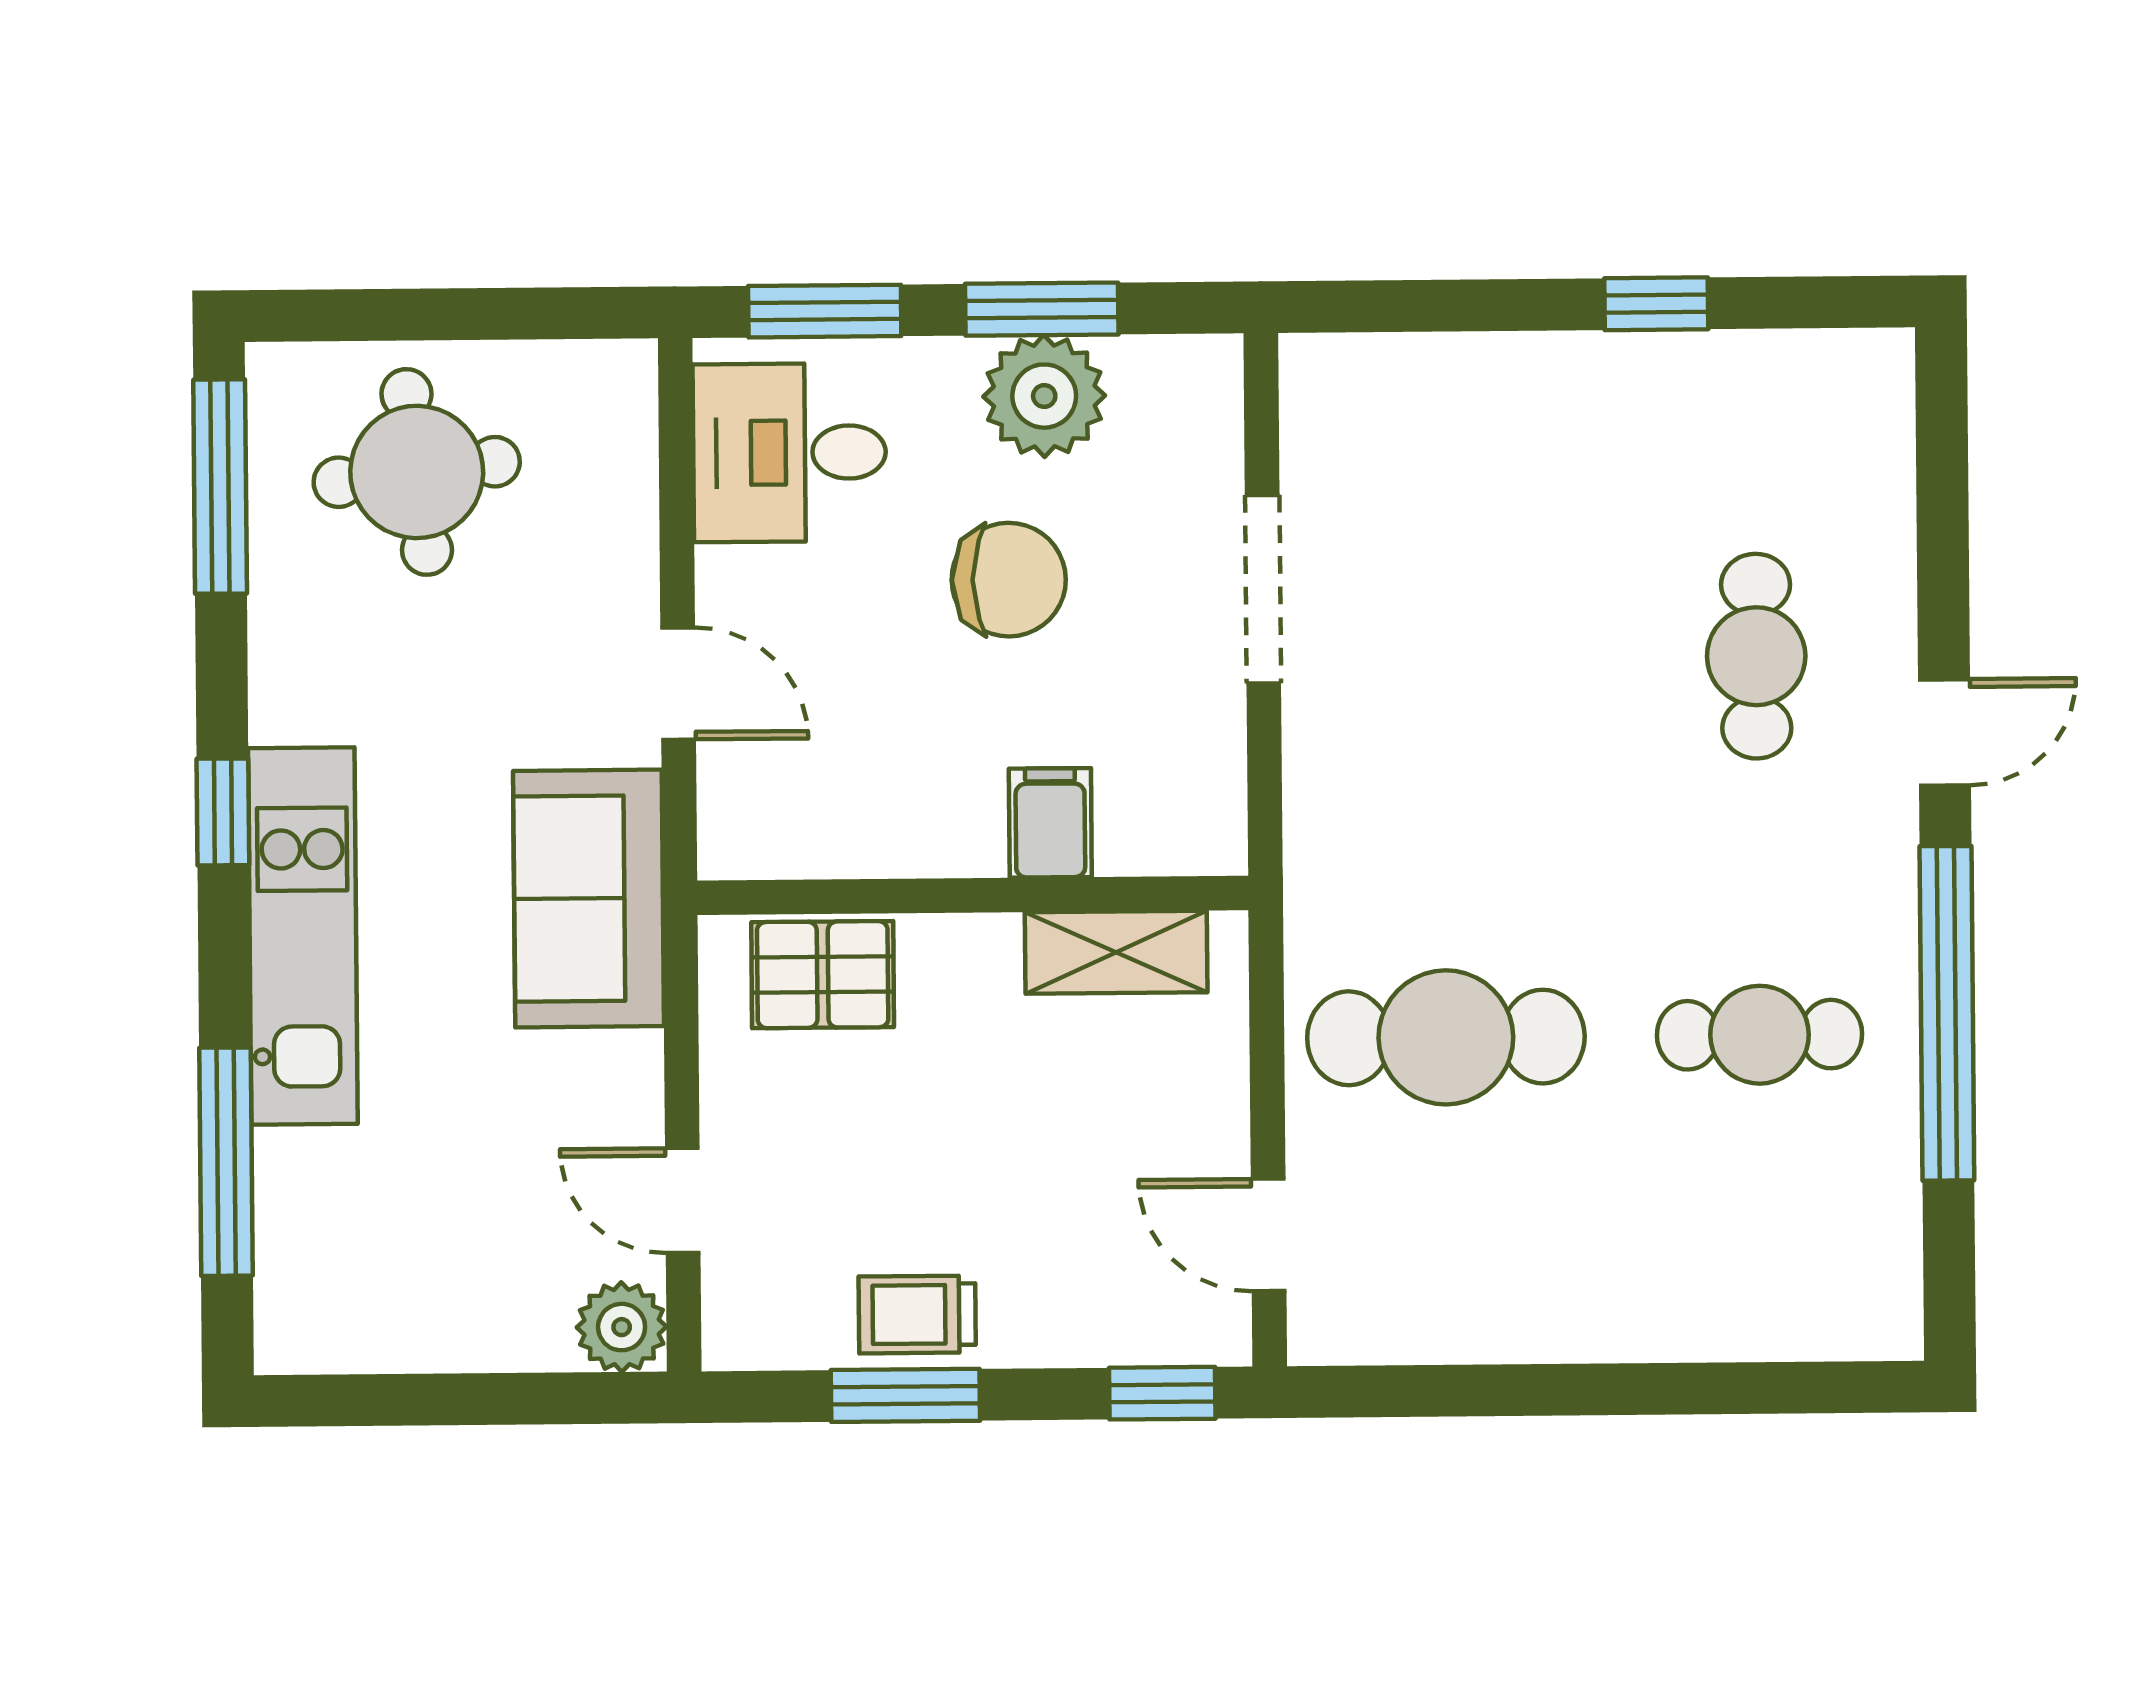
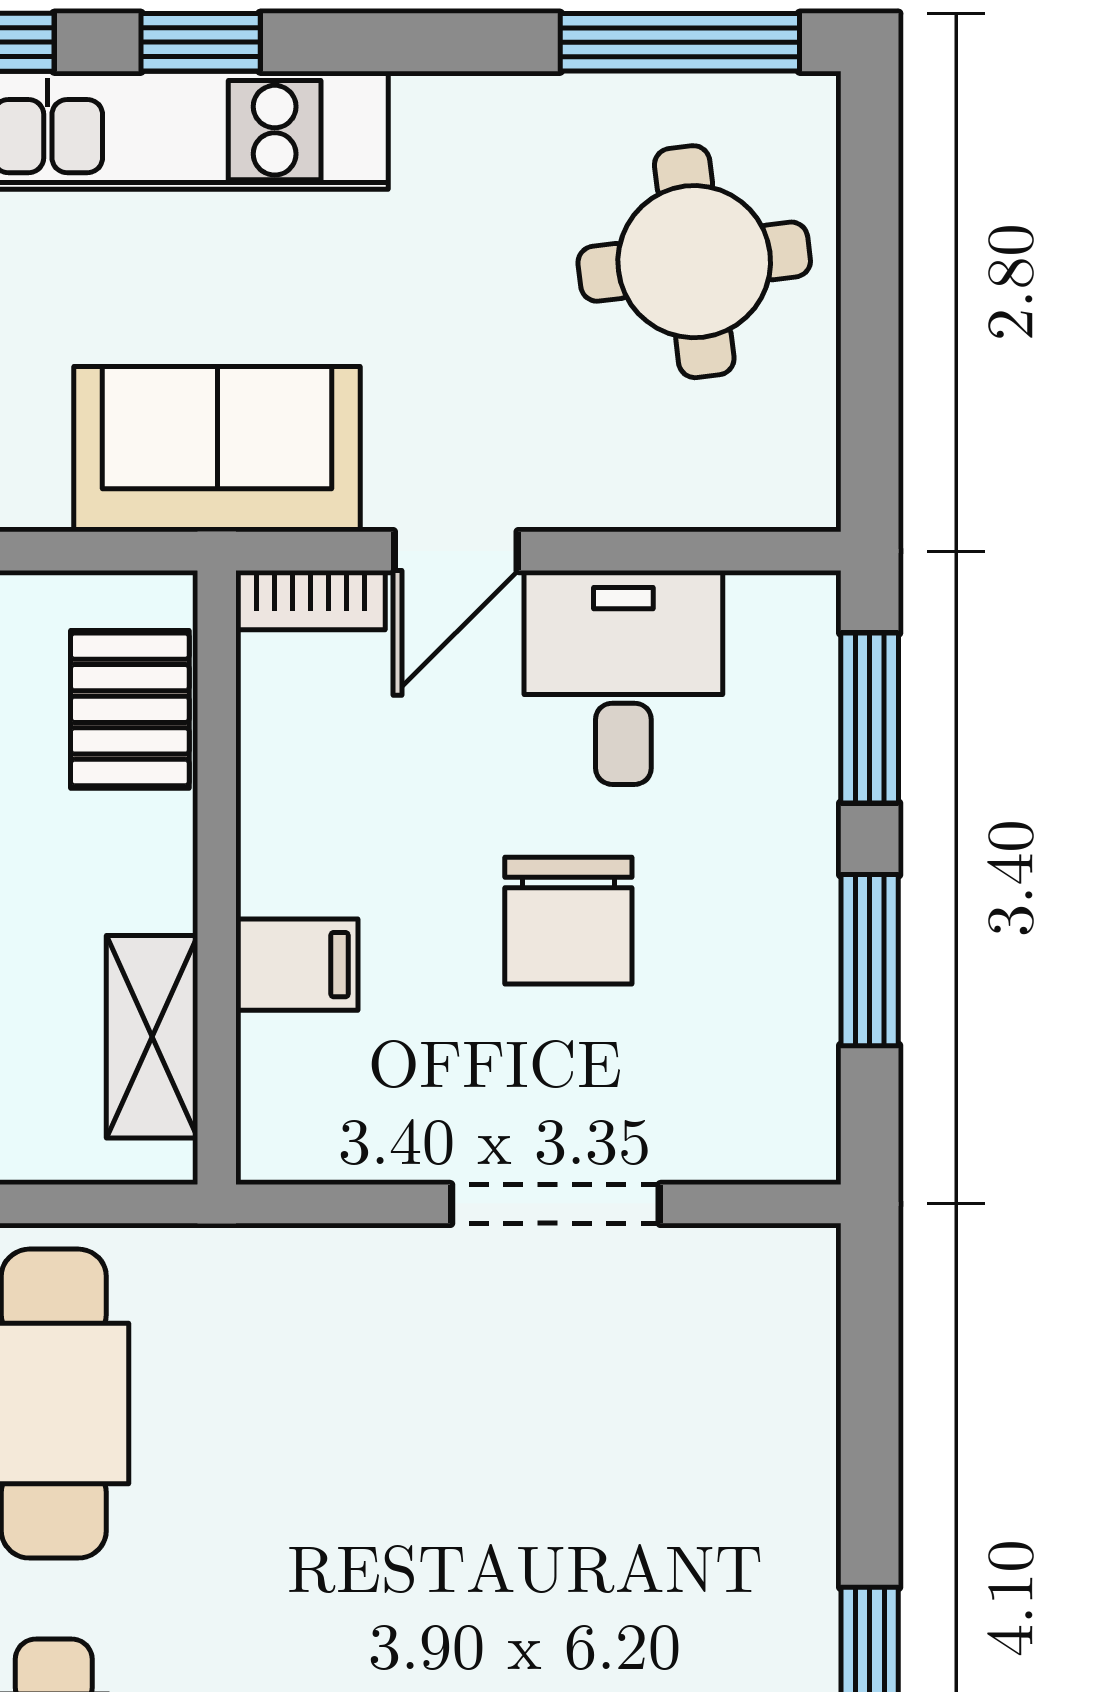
plant: (1044, 396) -> (773, 962), removed
desk: (789, 453) -> (623, 677), moved
window: (223, 812) -> (201, 42), moved
bookcase: (723, 813) -> (311, 600), added

